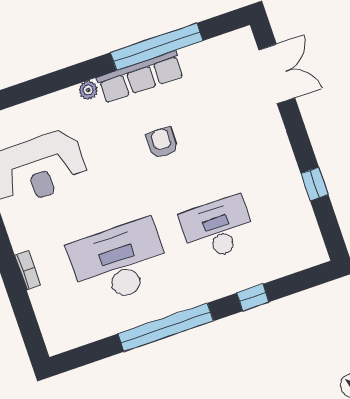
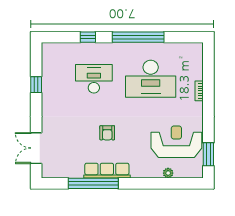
plant: (88, 90) -> (168, 173), moved
desk: (218, 229) -> (94, 79), turned 180

